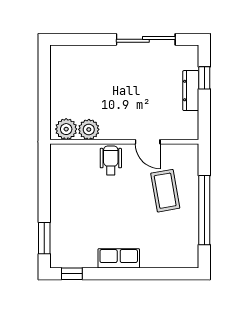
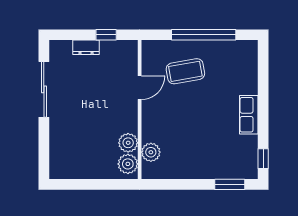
window: (204, 78) -> (106, 35), moved
dresser: (191, 91) -> (86, 47), width x0.70
plant: (79, 154) -> (151, 152), added
wheelchair: (111, 160) -> (157, 122), removed

